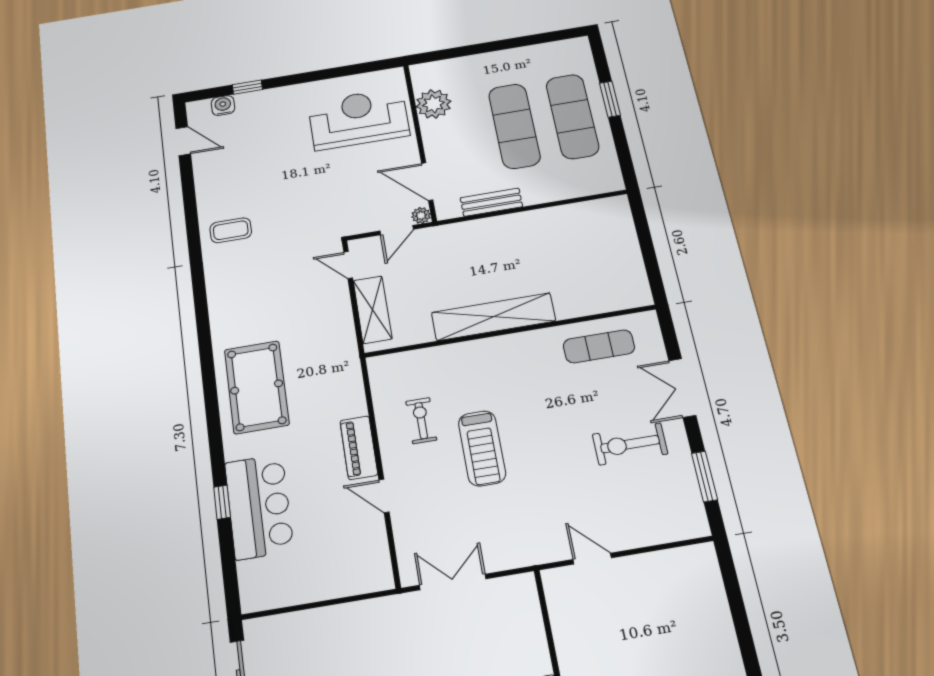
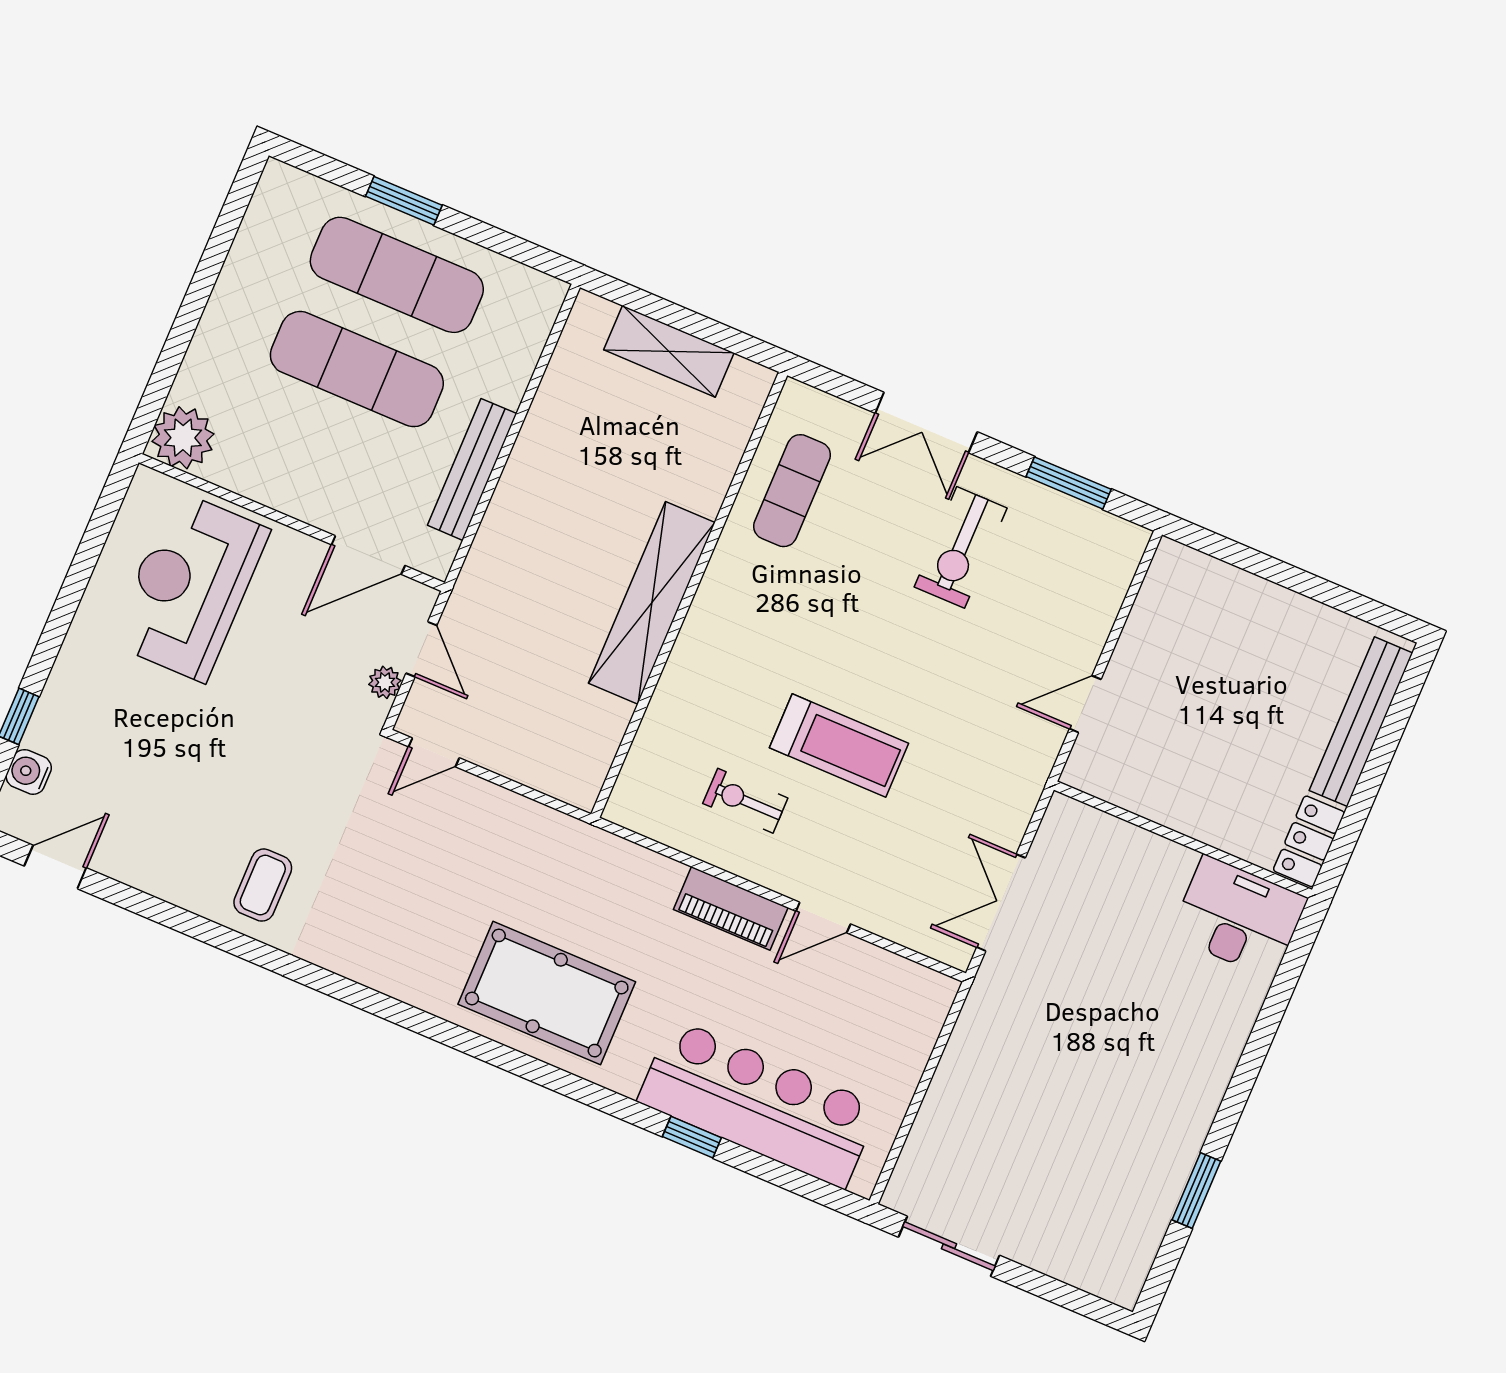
plant: (433, 104) -> (183, 438), moved
bench: (491, 202) -> (472, 469), width x1.36
plant: (421, 215) -> (385, 682), moved
shelving: (373, 310) -> (669, 351), moved
bar counter: (259, 507) -> (758, 1103), width x1.36

